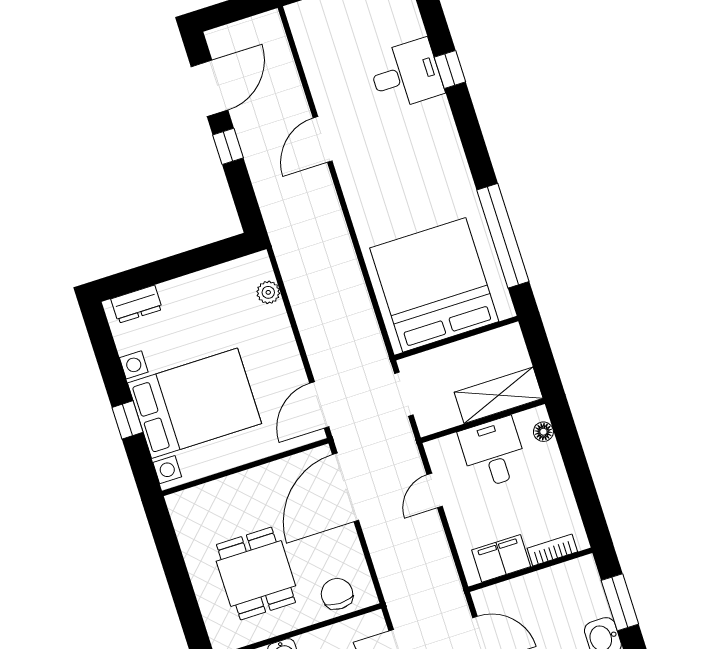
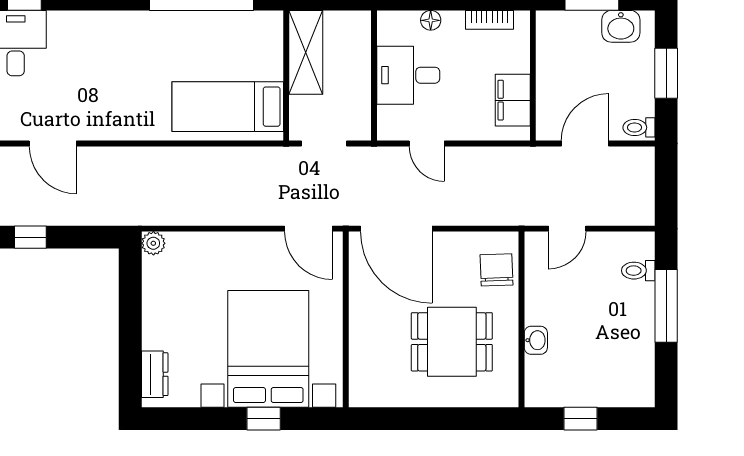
bed: (434, 285) -> (228, 107), width x0.49
plant: (268, 292) -> (153, 243), moved
shelving: (499, 395) -> (306, 52), moved
floor lamp: (543, 432) -> (431, 20), moved
bookcase: (552, 550) -> (489, 20), moved, turned -90
chair: (337, 594) -> (497, 270), turned 88

